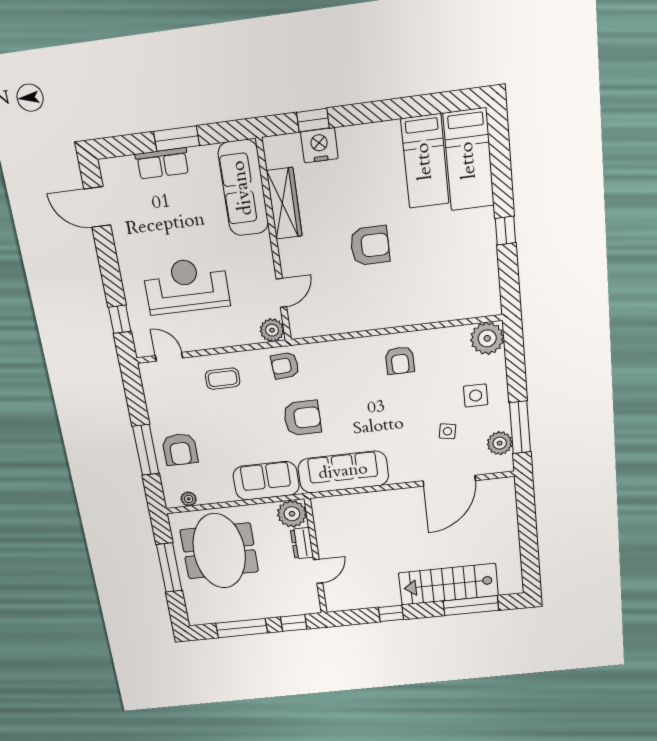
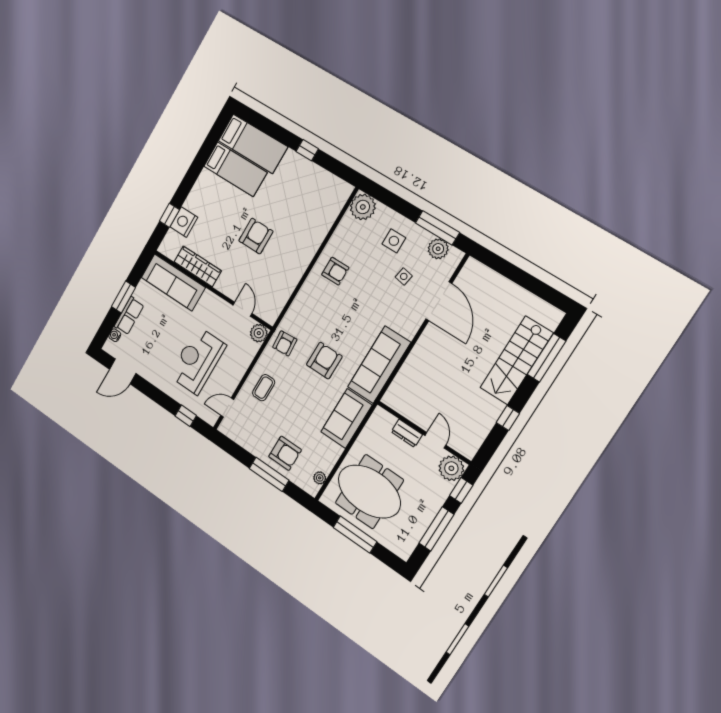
water cooler: (126, 164) -> (115, 335), added
plant: (292, 514) -> (451, 468), moved

